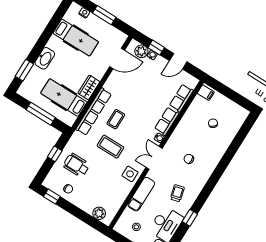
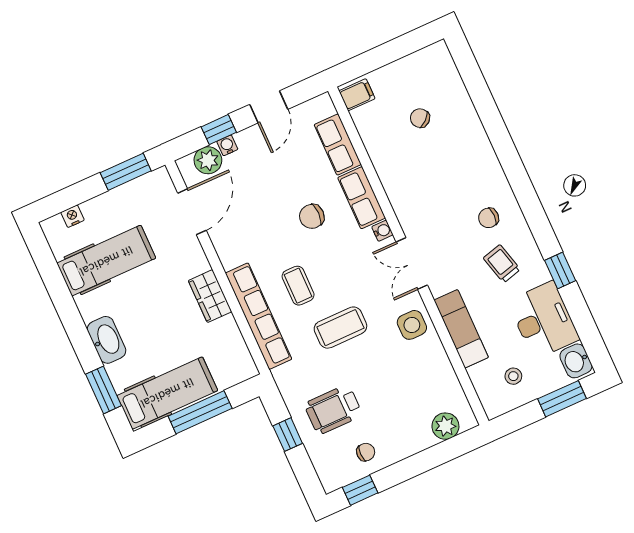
window: (104, 15) -> (126, 172), moved
hospital bed: (64, 98) -> (167, 393), moved, turned 180
chair: (146, 107) -> (312, 216), added
chair: (189, 159) -> (489, 218), moved

